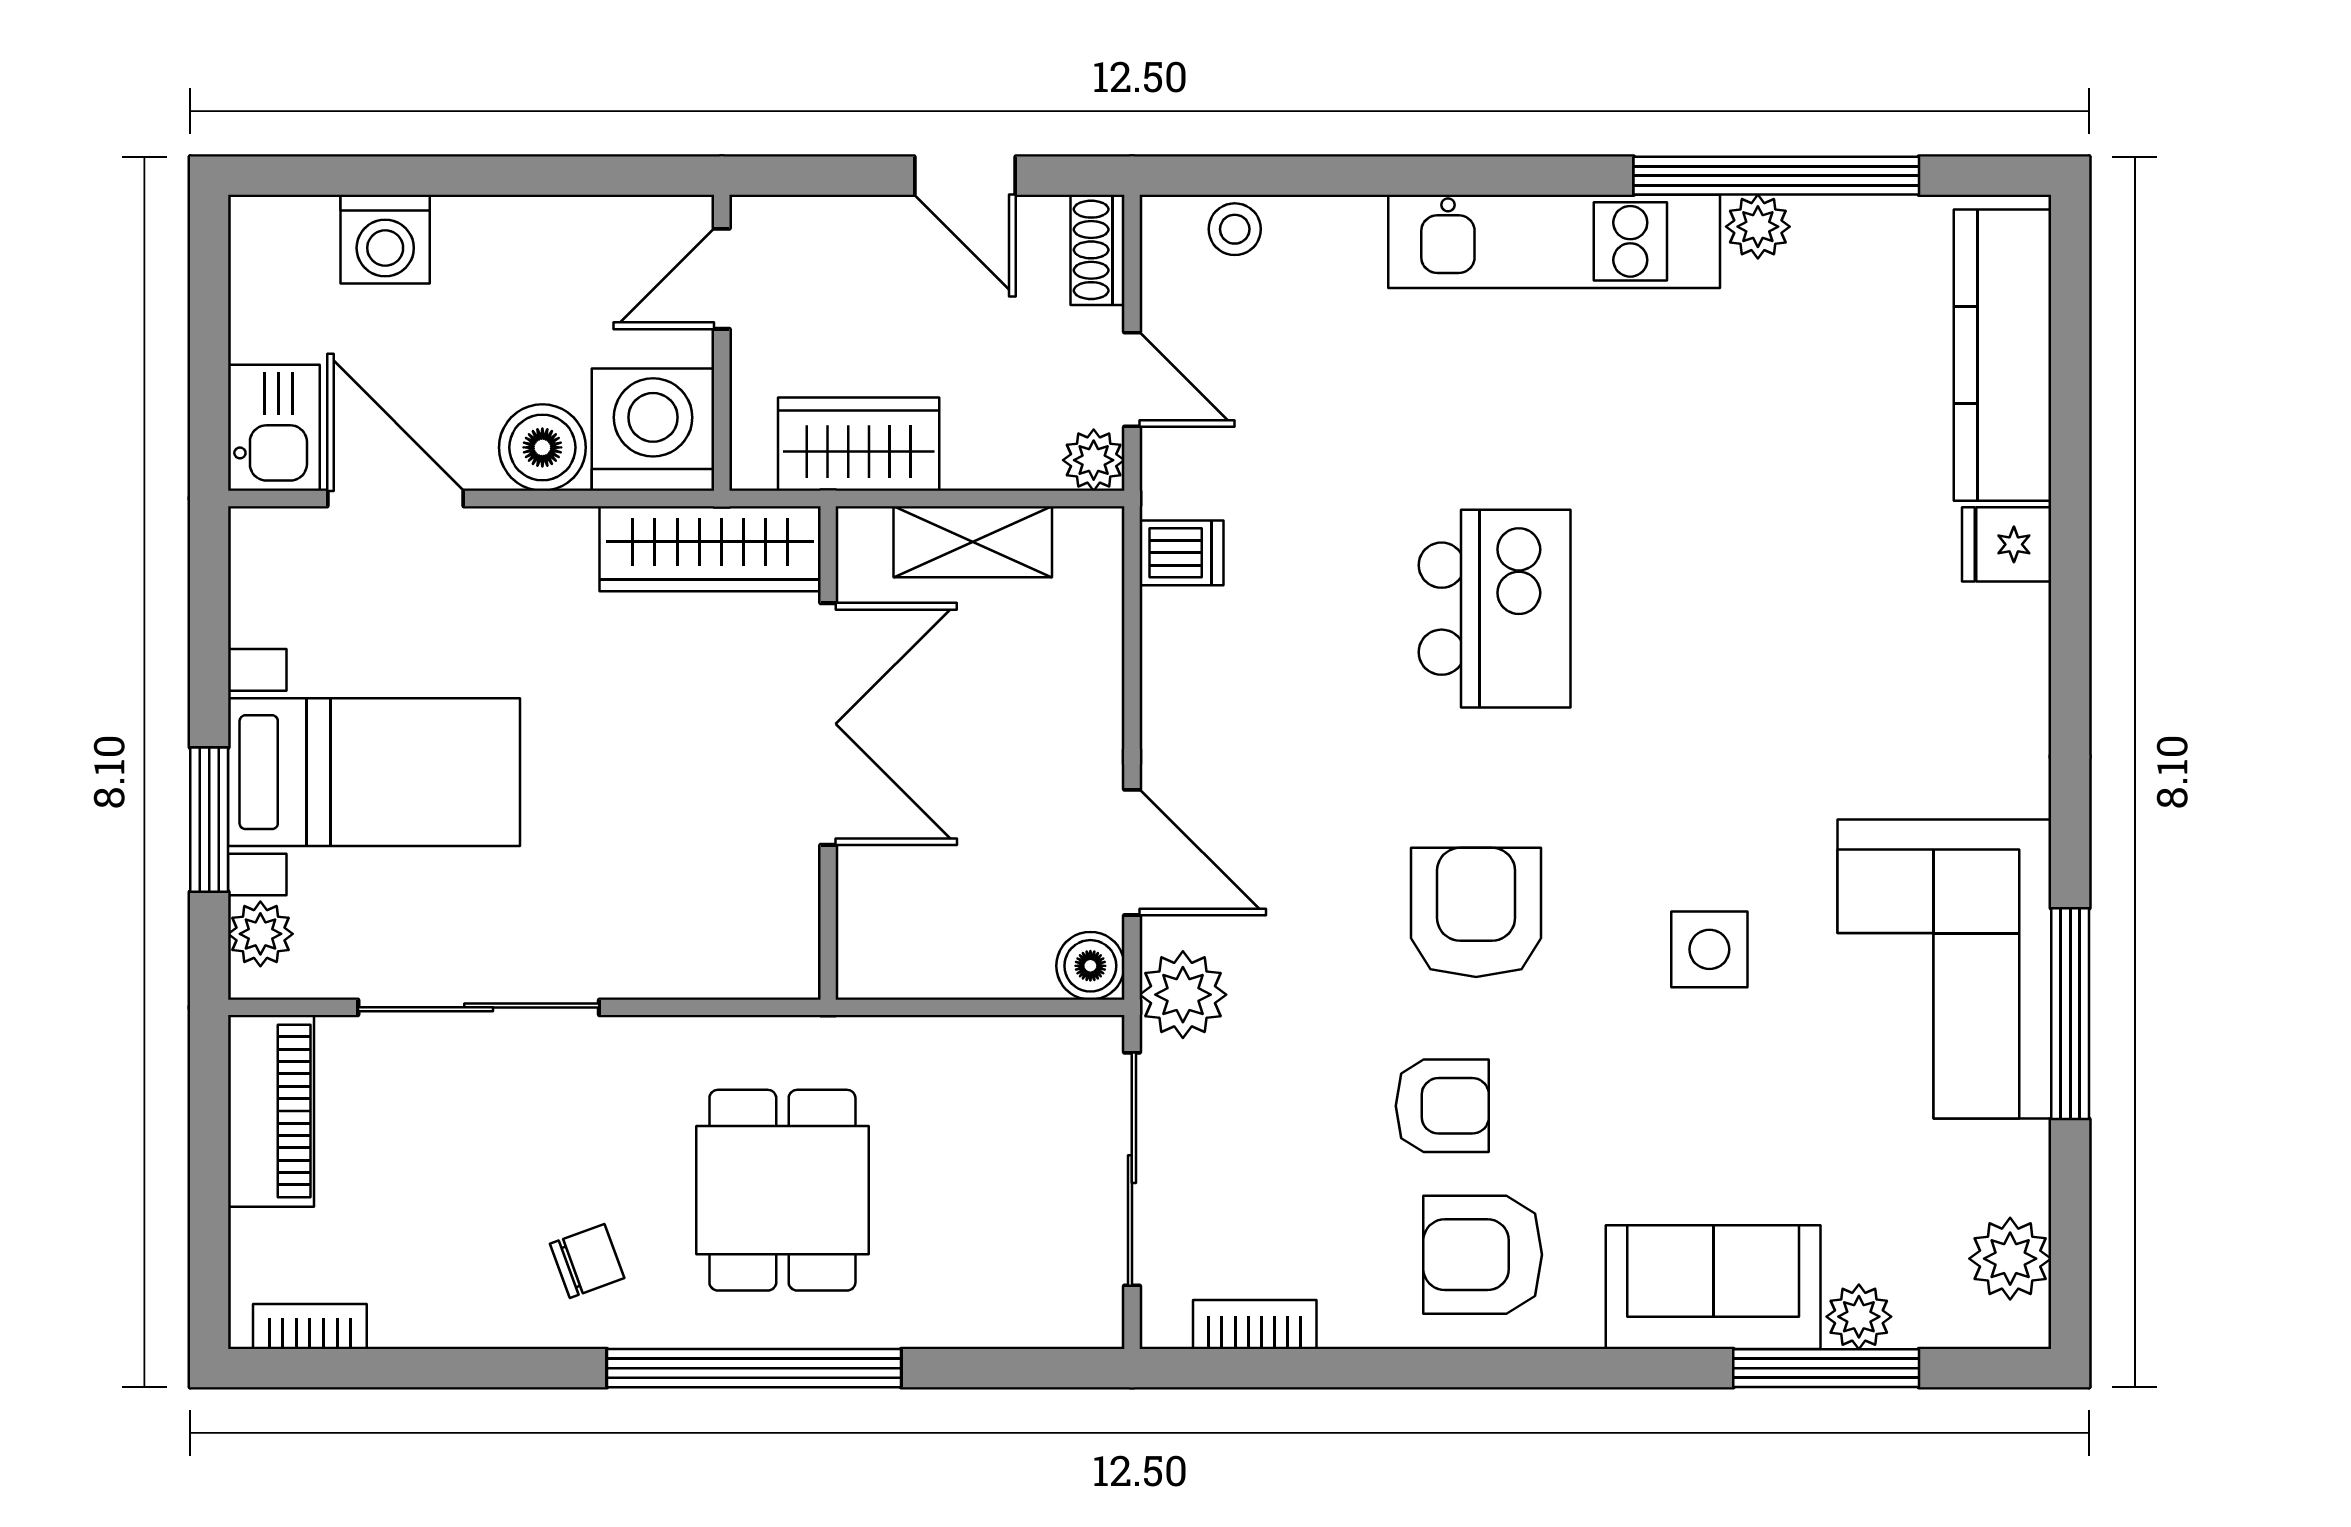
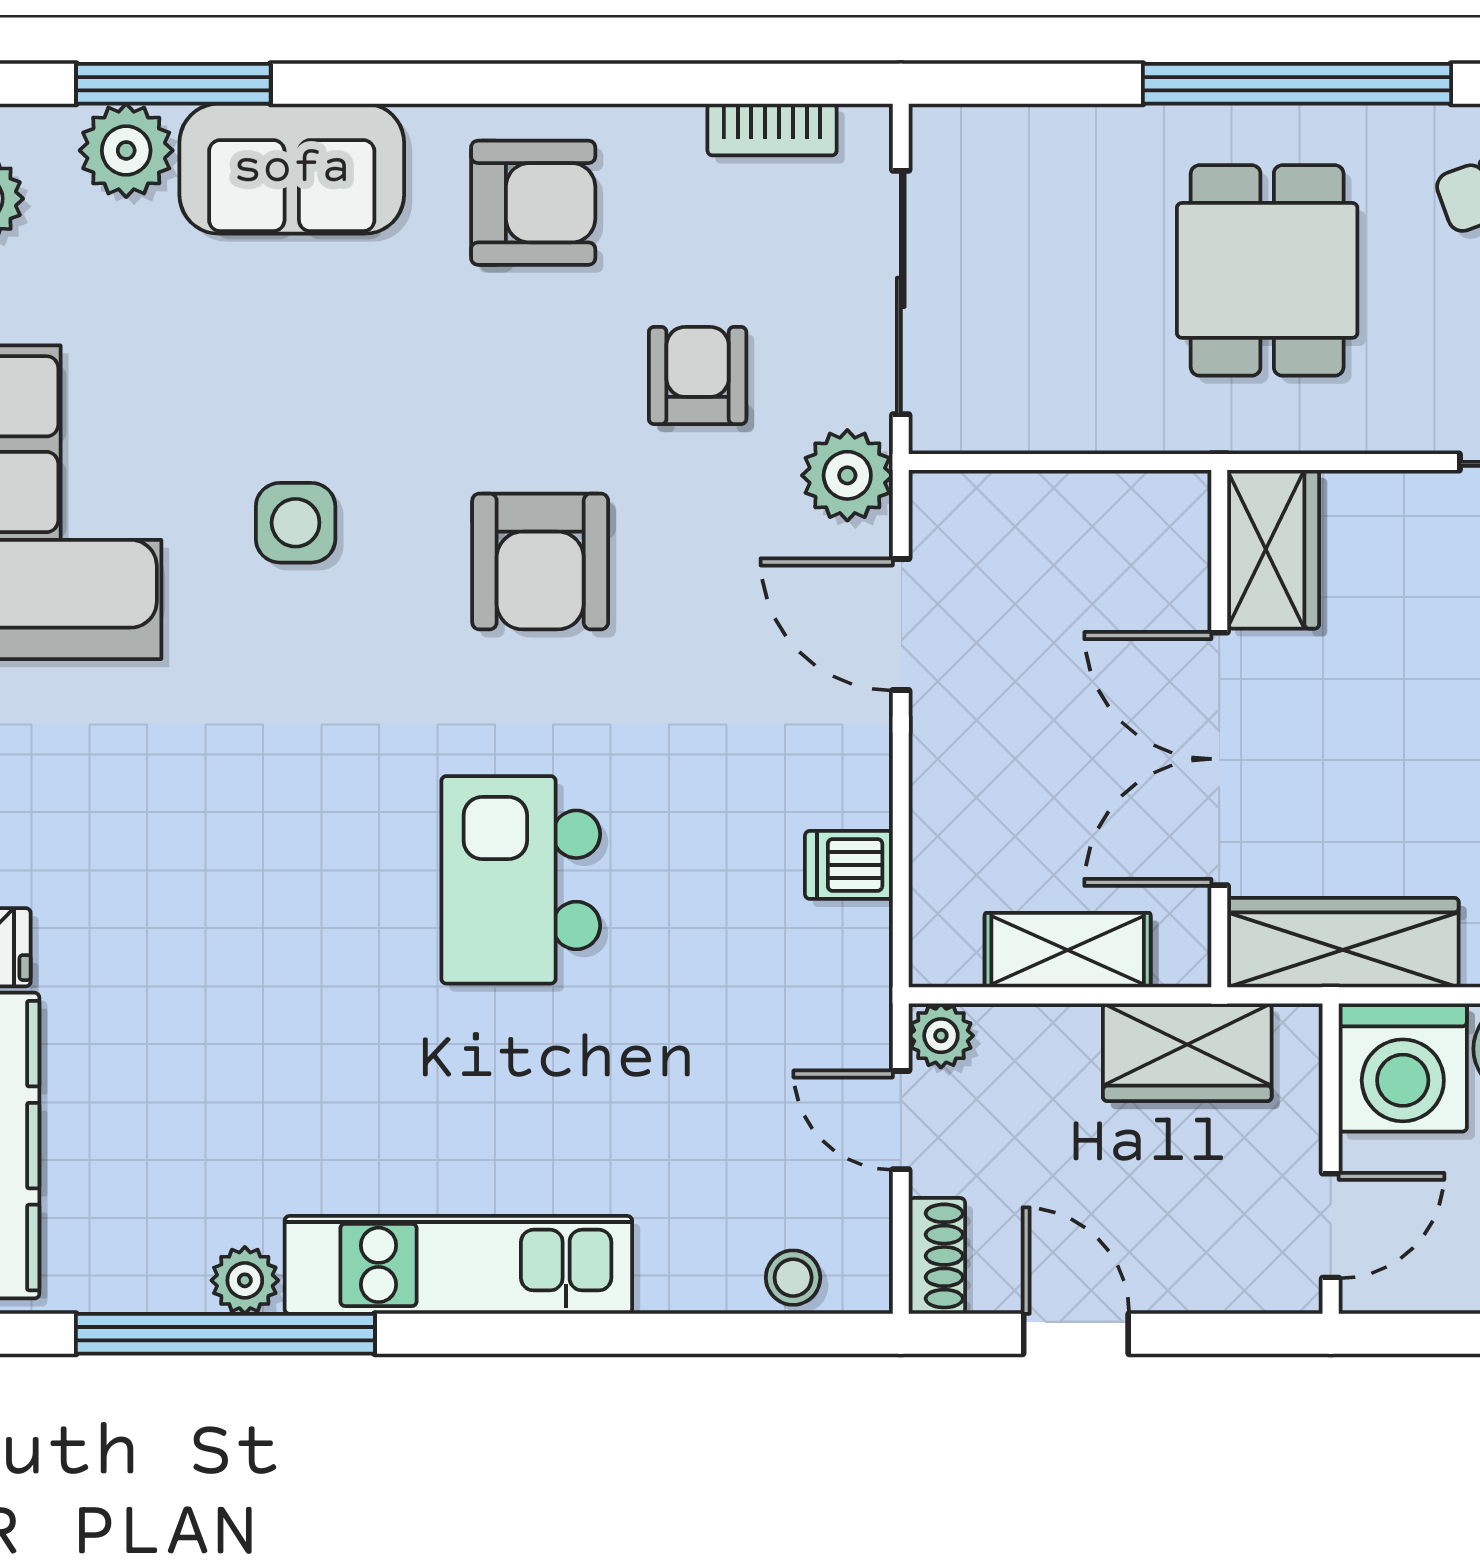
dishwasher: (1181, 553) -> (849, 865), moved
wardrobe: (777, 924) -> (1273, 549), added
boiler: (1090, 966) -> (944, 506), removed
armchair: (1442, 1106) -> (698, 376), moved, turned 90
plant: (1859, 1317) -> (126, 150), width x1.38, depth x1.38

